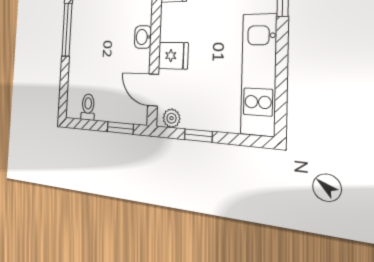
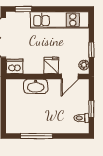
washbasin: (143, 37) -> (36, 86), width x1.91, depth x1.45
window: (120, 128) -> (91, 109), moved

